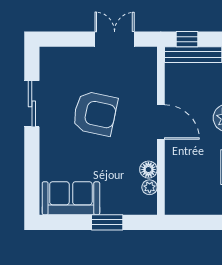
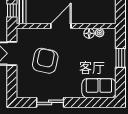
armchair: (95, 113) -> (45, 61), moved
sofa: (71, 198) -> (99, 88), moved, turned 90

